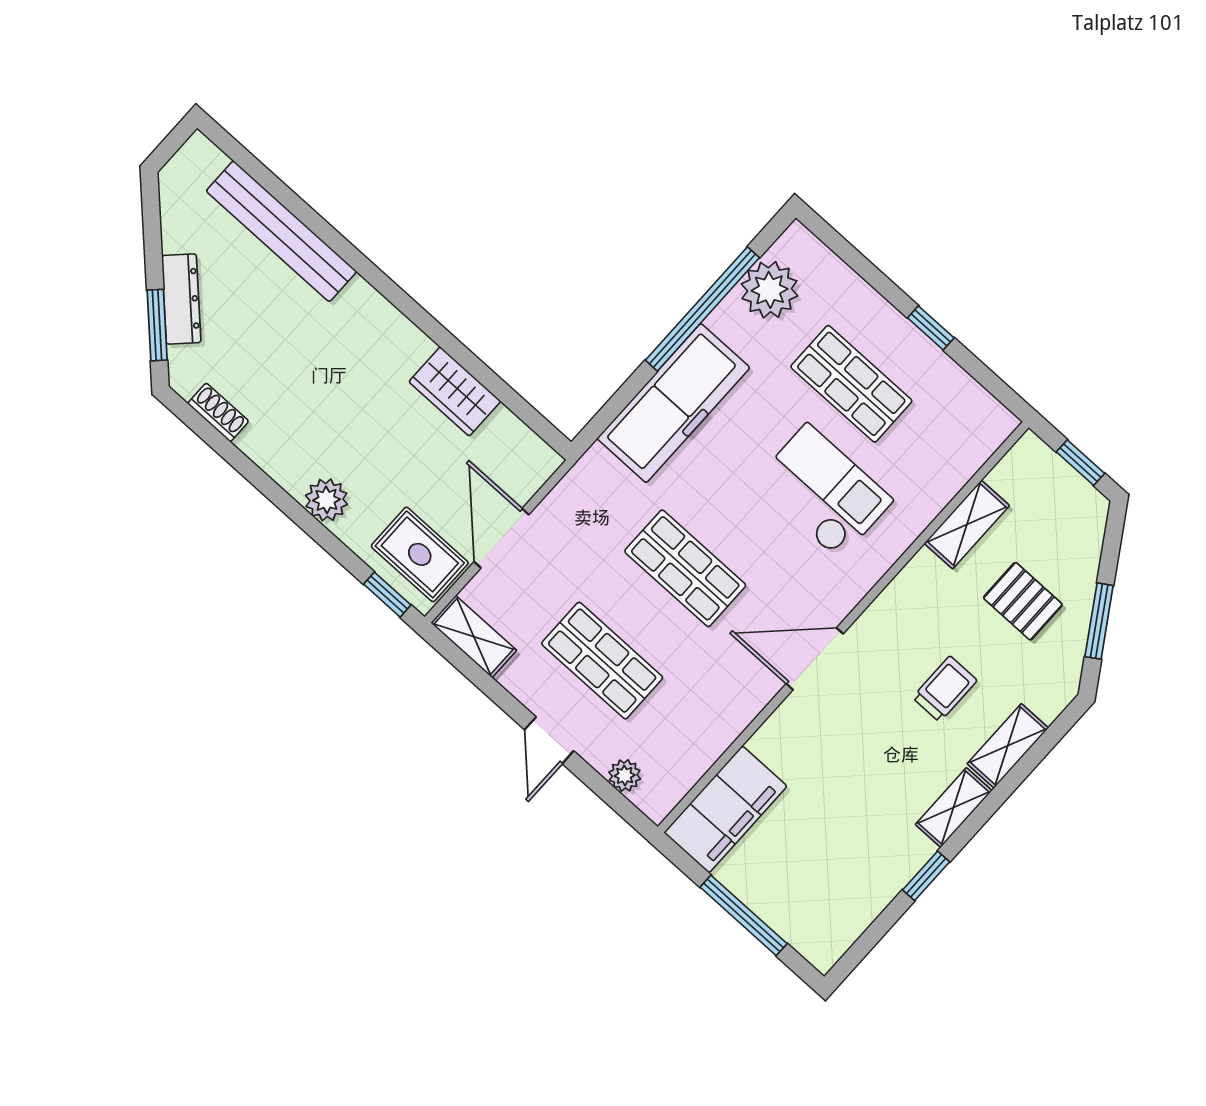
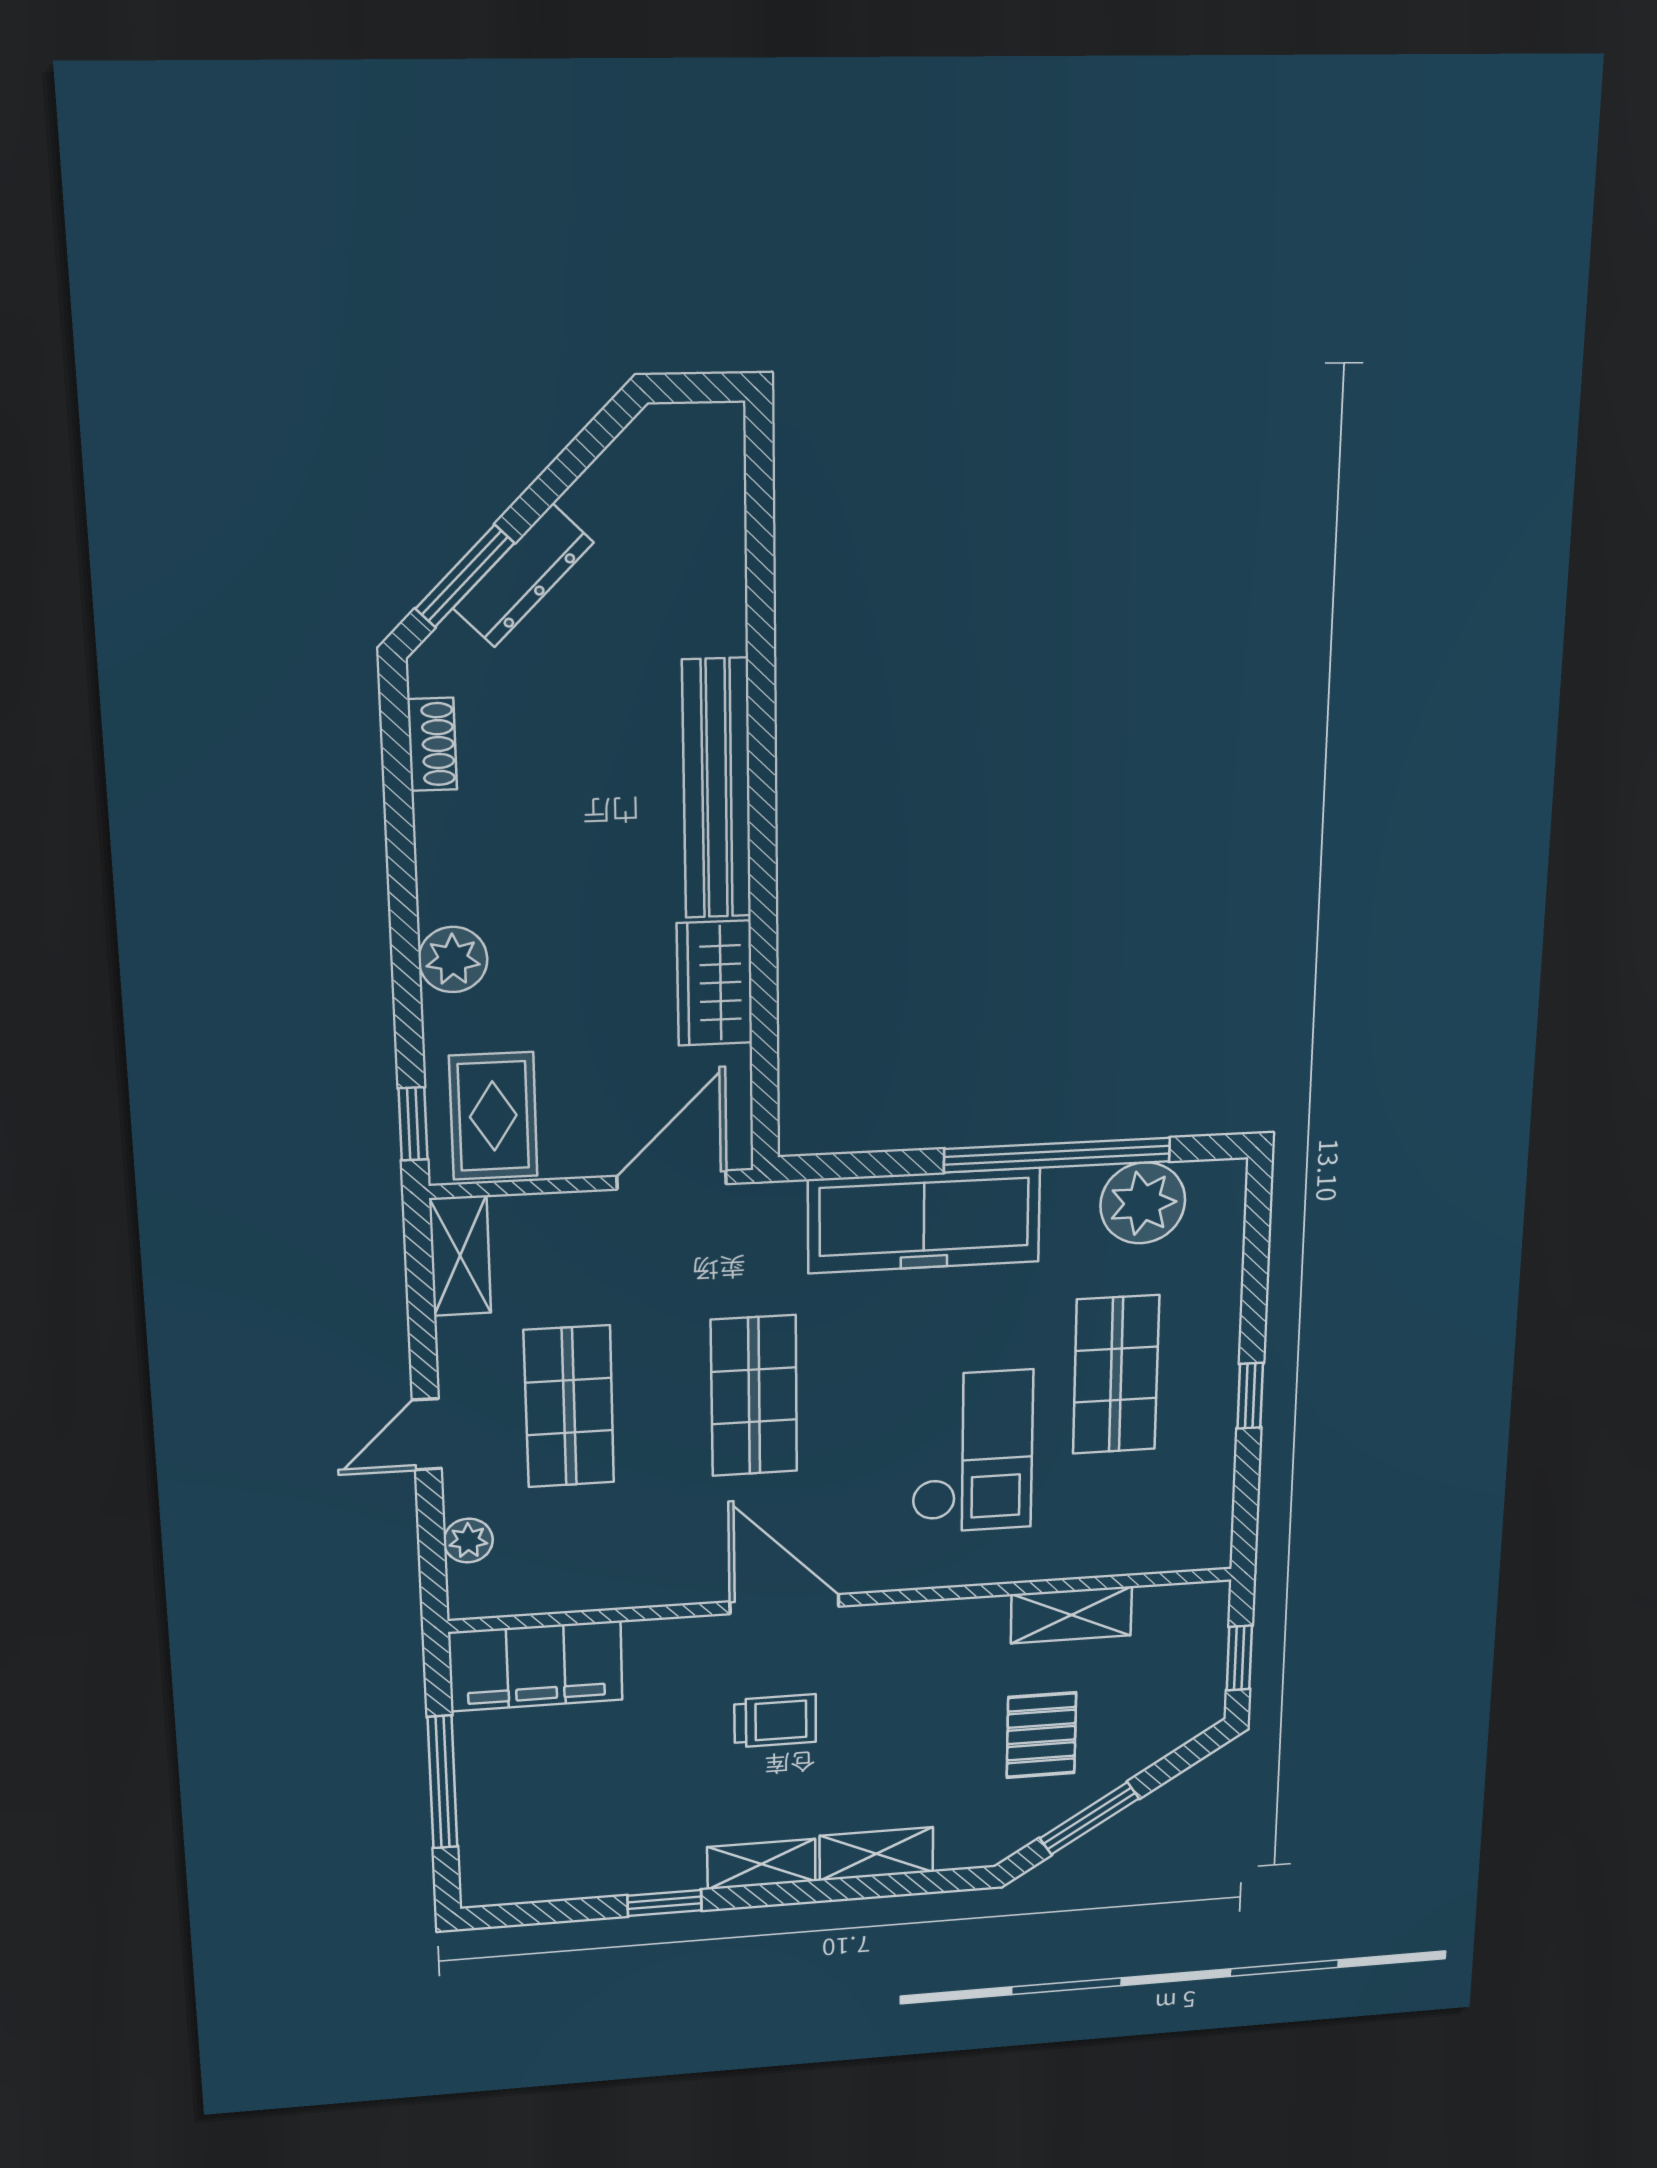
bench: (281, 231) -> (717, 789), moved
door: (501, 538) -> (672, 1180), moved
trolley: (945, 689) -> (775, 1721), moved

